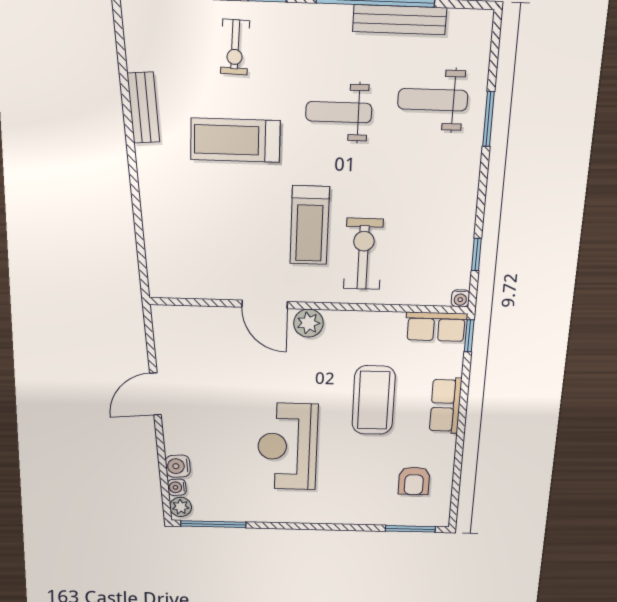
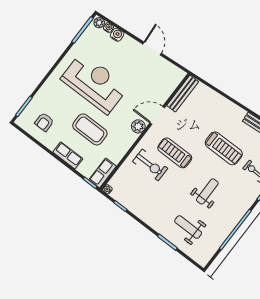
bench: (400, 20) -> (183, 94), moved
weight bench: (433, 100) -> (188, 227), turned -90
treadmill: (235, 140) -> (224, 148), turned 90
reception desk: (287, 447) -> (94, 83), width x1.36, depth x1.30
armchair: (414, 481) -> (44, 122), turned -90

